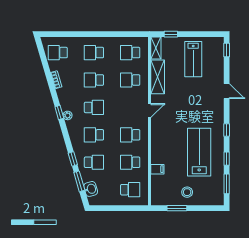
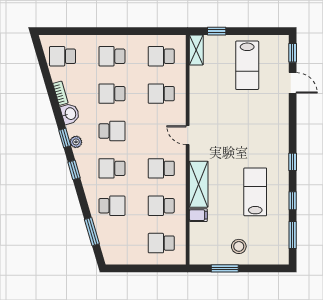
shelving: (158, 77) -> (199, 184), moved
door: (227, 91) -> (293, 83), moved
door: (150, 110) -> (188, 135), swing flipped
lab bench: (199, 152) -> (255, 192), width x0.73, depth x0.72
window: (73, 159) -> (74, 170), moved
washbasin: (91, 189) -> (70, 114), moved
school desk: (130, 190) -> (161, 243), turned 180

